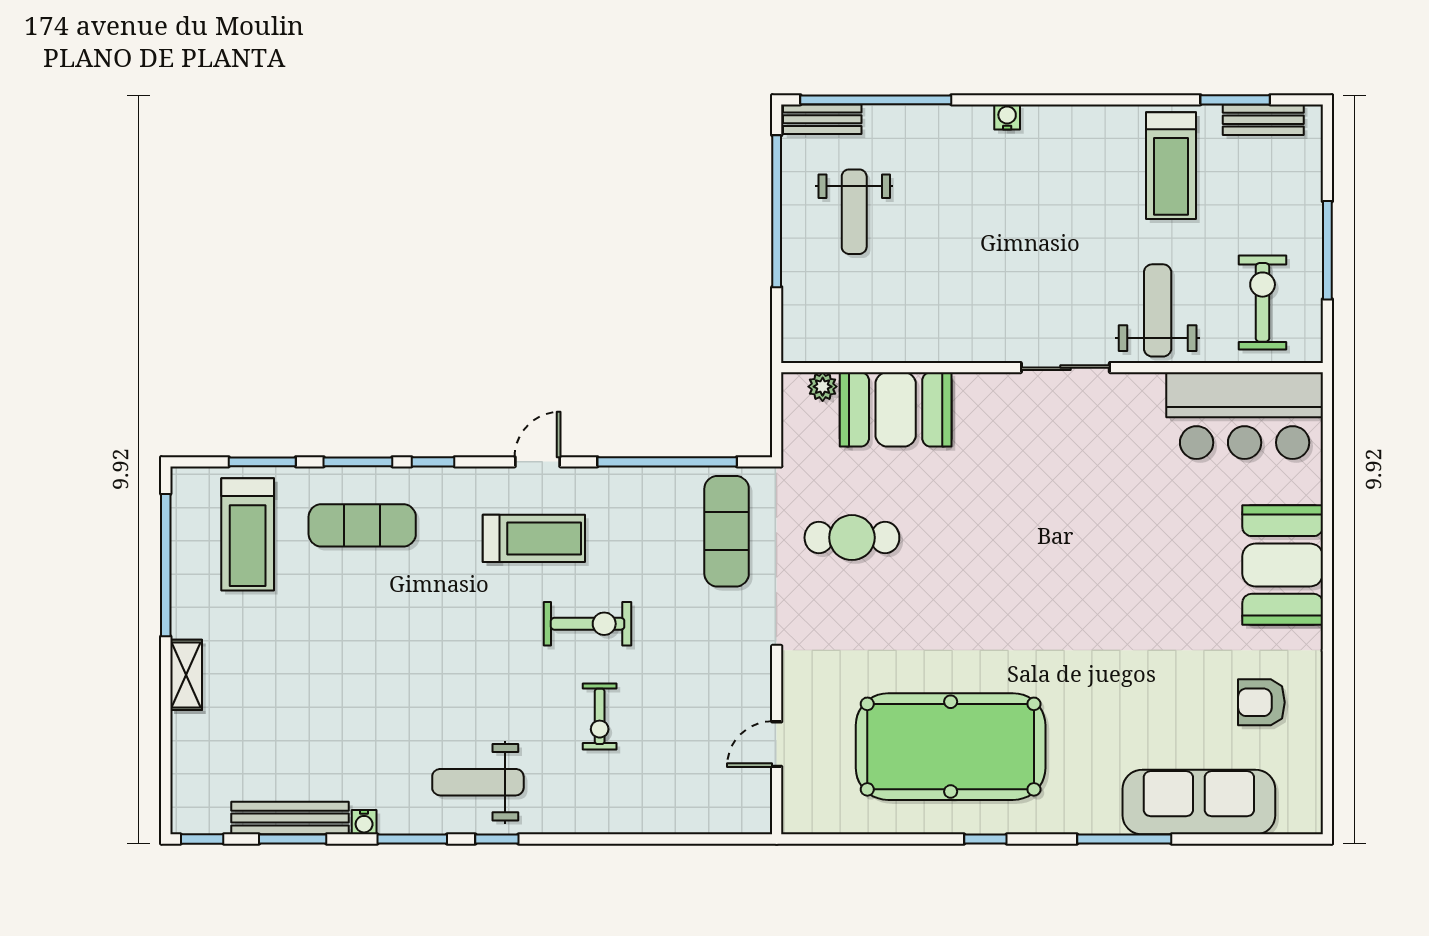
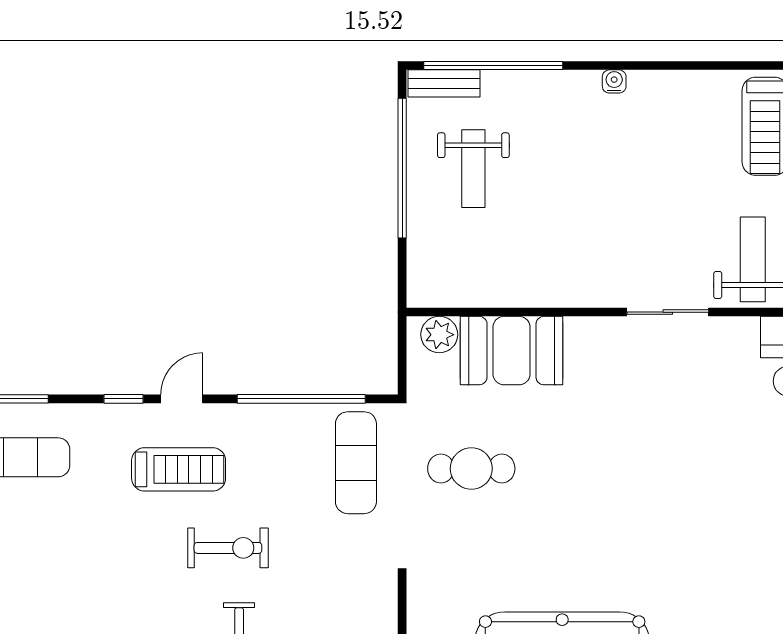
plant: (823, 387) -> (439, 335), width x1.38, depth x1.38
window: (433, 462) -> (124, 399), moved

